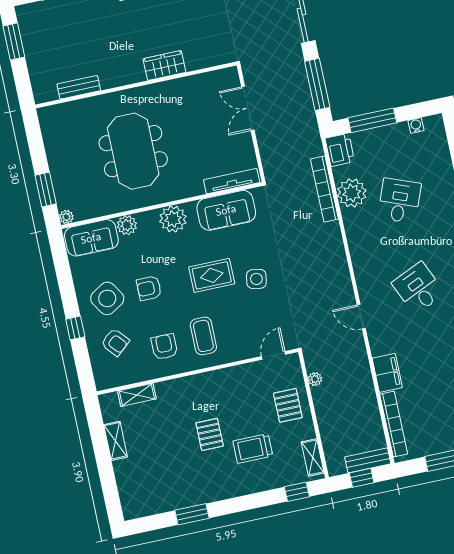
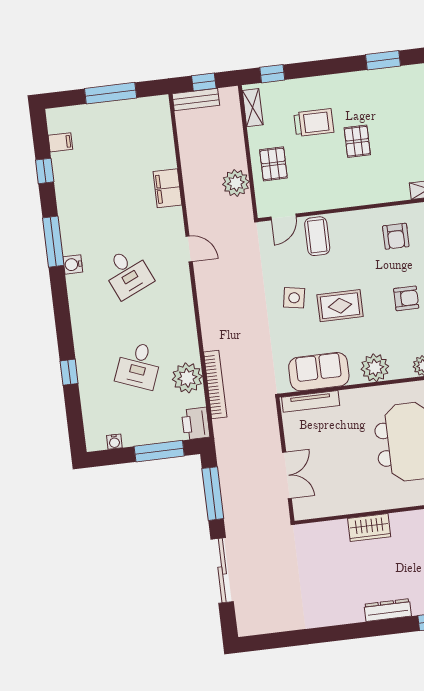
coffee table: (203, 336) -> (317, 236), moved
plant: (315, 379) -> (236, 183), width x1.87, depth x1.87
bookcase: (394, 424) -> (166, 135), removed

